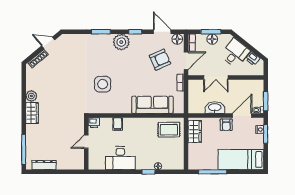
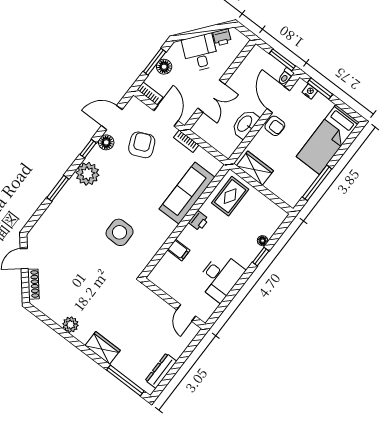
floor lamp: (177, 39) -> (106, 142), moved
wardrobe: (32, 113) -> (103, 348), moved
printer: (94, 123) -> (199, 221), moved
door: (86, 142) -> (186, 313), moved

